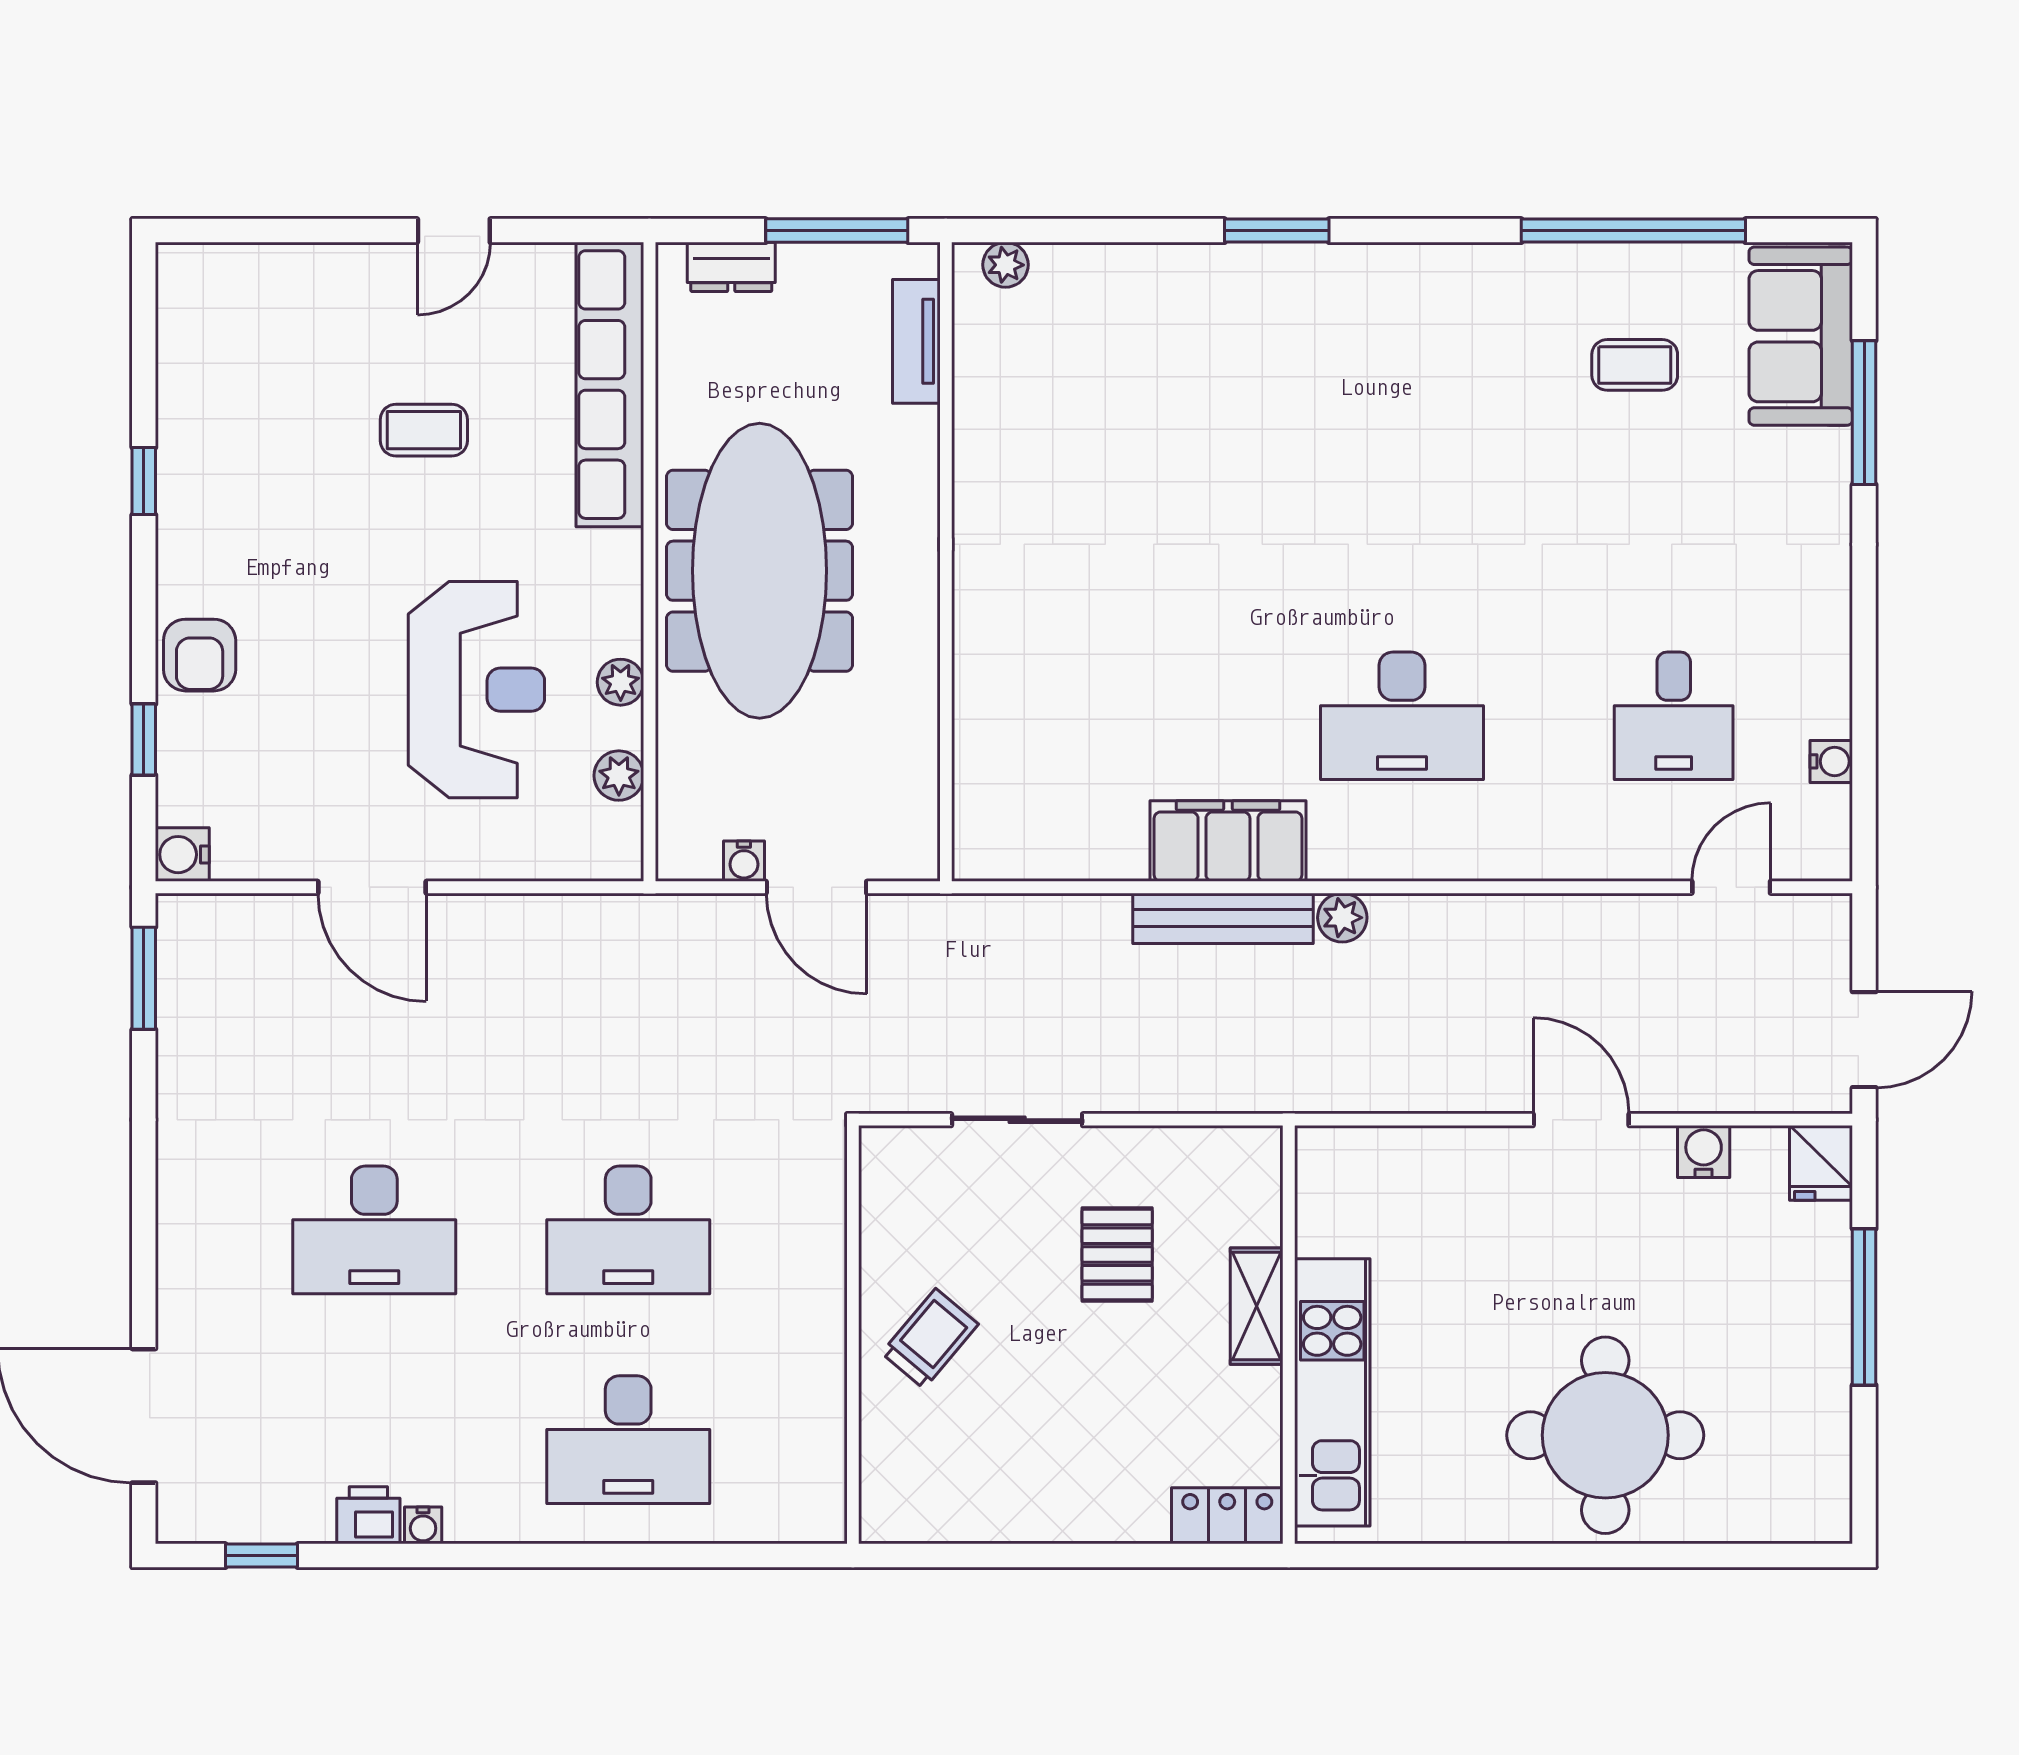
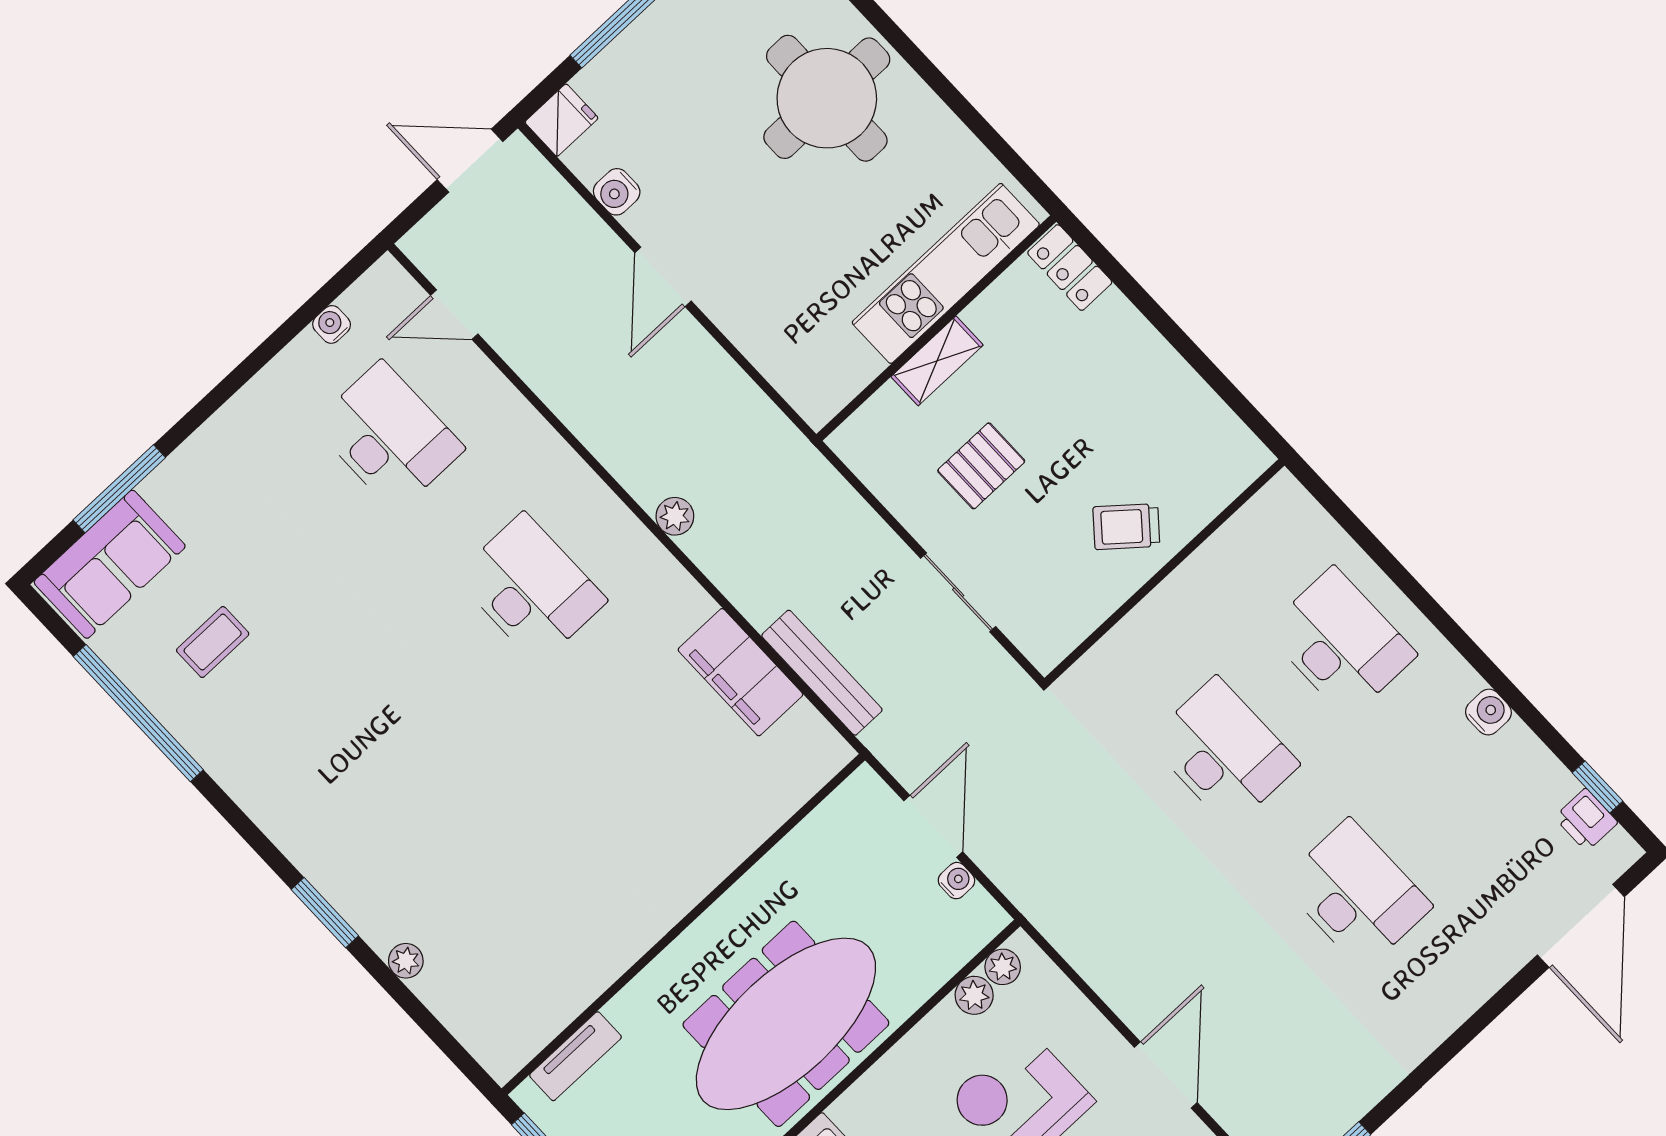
plant: (1005, 265) -> (406, 961), moved
coffee table: (1635, 365) -> (213, 642), turned 90
plant: (621, 682) -> (1003, 967), moved
desk: (1674, 716) -> (389, 437), width x1.37
filing cabinet: (1228, 841) -> (740, 672), moved
bench: (1223, 918) -> (822, 673), moved
printer: (368, 1515) -> (1586, 820), moved
water cooler: (423, 1525) -> (1488, 712), width x1.38, depth x1.38

